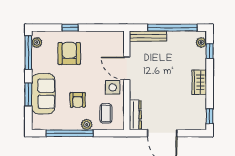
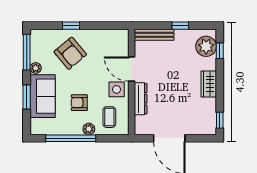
window: (172, 28) -> (180, 26), width x0.32
plant: (37, 42) -> (36, 68), moved
plant: (201, 42) -> (206, 46), width x1.87, depth x1.87
armchair: (69, 53) -> (70, 53), turned 140
armchair: (78, 100) -> (79, 103), turned 90
dresser: (135, 115) -> (141, 99), moved

